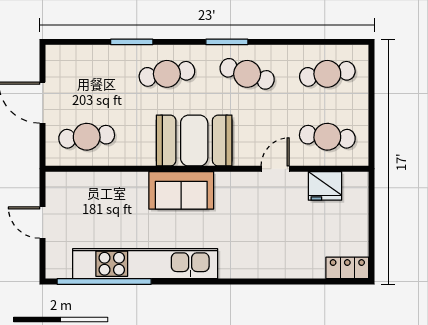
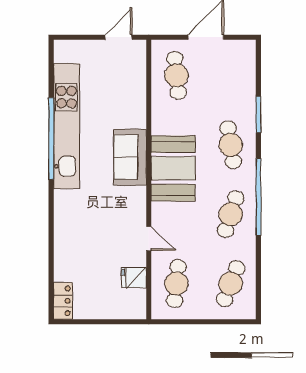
window: (227, 42) -> (258, 197), width x2.11
cafe table: (327, 74) -> (231, 284), turned 30
fridge: (325, 186) -> (134, 278), width x0.72
door: (43, 223) -> (119, 37), moved
window: (104, 282) -> (51, 139), moved

